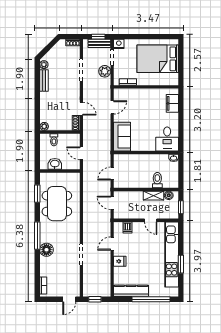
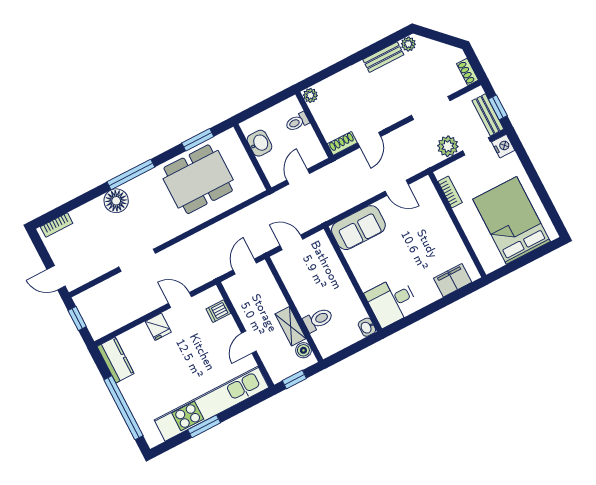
kitchen counter: (131, 291) -> (115, 360), width x0.67

